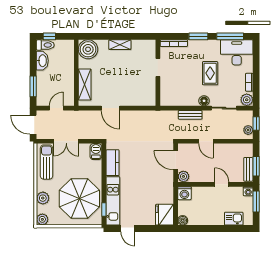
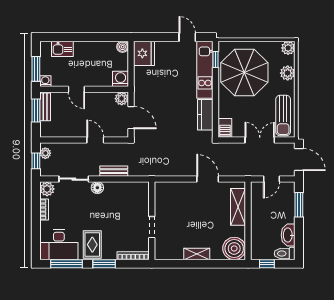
window: (49, 36) -> (267, 264), moved
rug: (210, 73) -> (92, 245), moved

